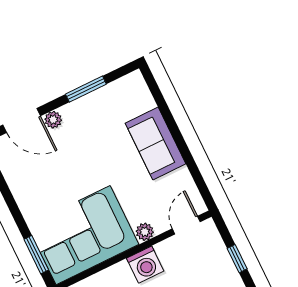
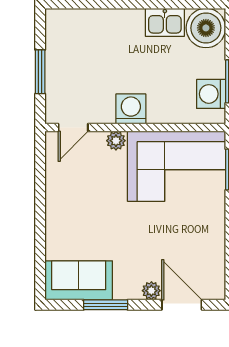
sofa: (155, 143) -> (79, 280), moved, turned -90
window: (237, 259) -> (40, 72), width x1.50

